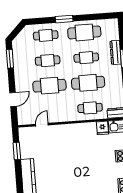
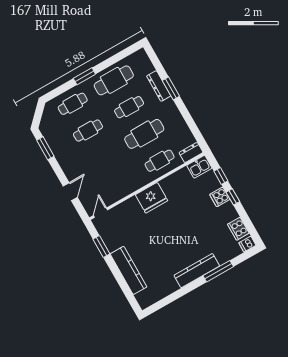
cafe table: (49, 86) -> (103, 157), removed
door: (42, 125) -> (101, 213), moved
fridge: (102, 128) -> (151, 198), moved, width x1.88, depth x1.34

